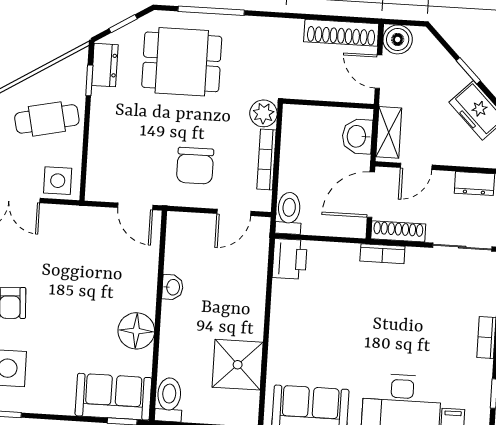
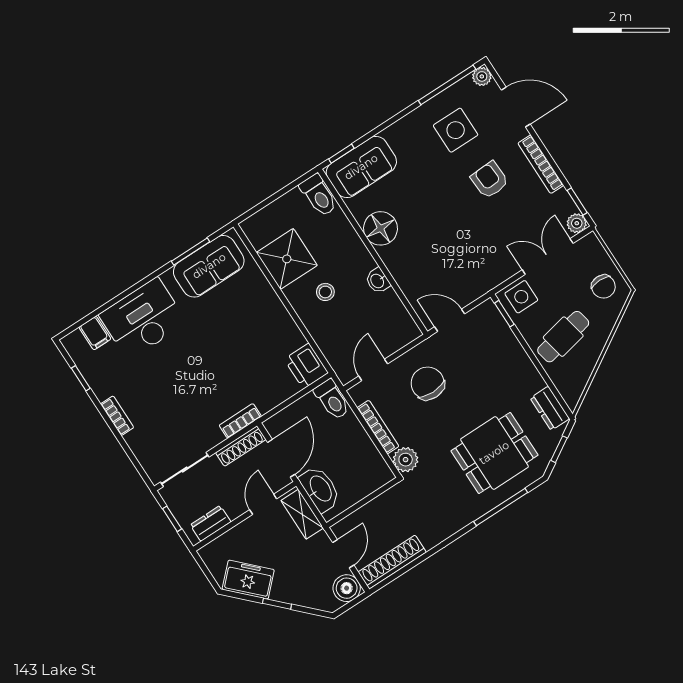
door: (378, 72) -> (343, 554), hinge flipped
window: (89, 80) -> (504, 314), moved
washbasin: (357, 136) -> (320, 489), width x1.38
stool: (225, 311) -> (325, 292), added

